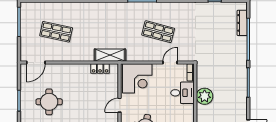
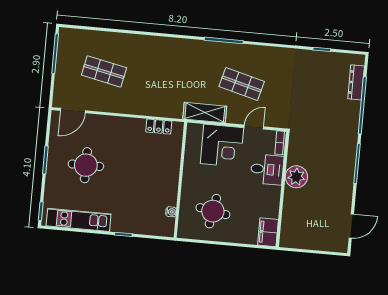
shelving: (110, 55) -> (205, 113), moved
corner desk: (137, 78) -> (222, 146), moved
door: (120, 105) -> (181, 178), removed

